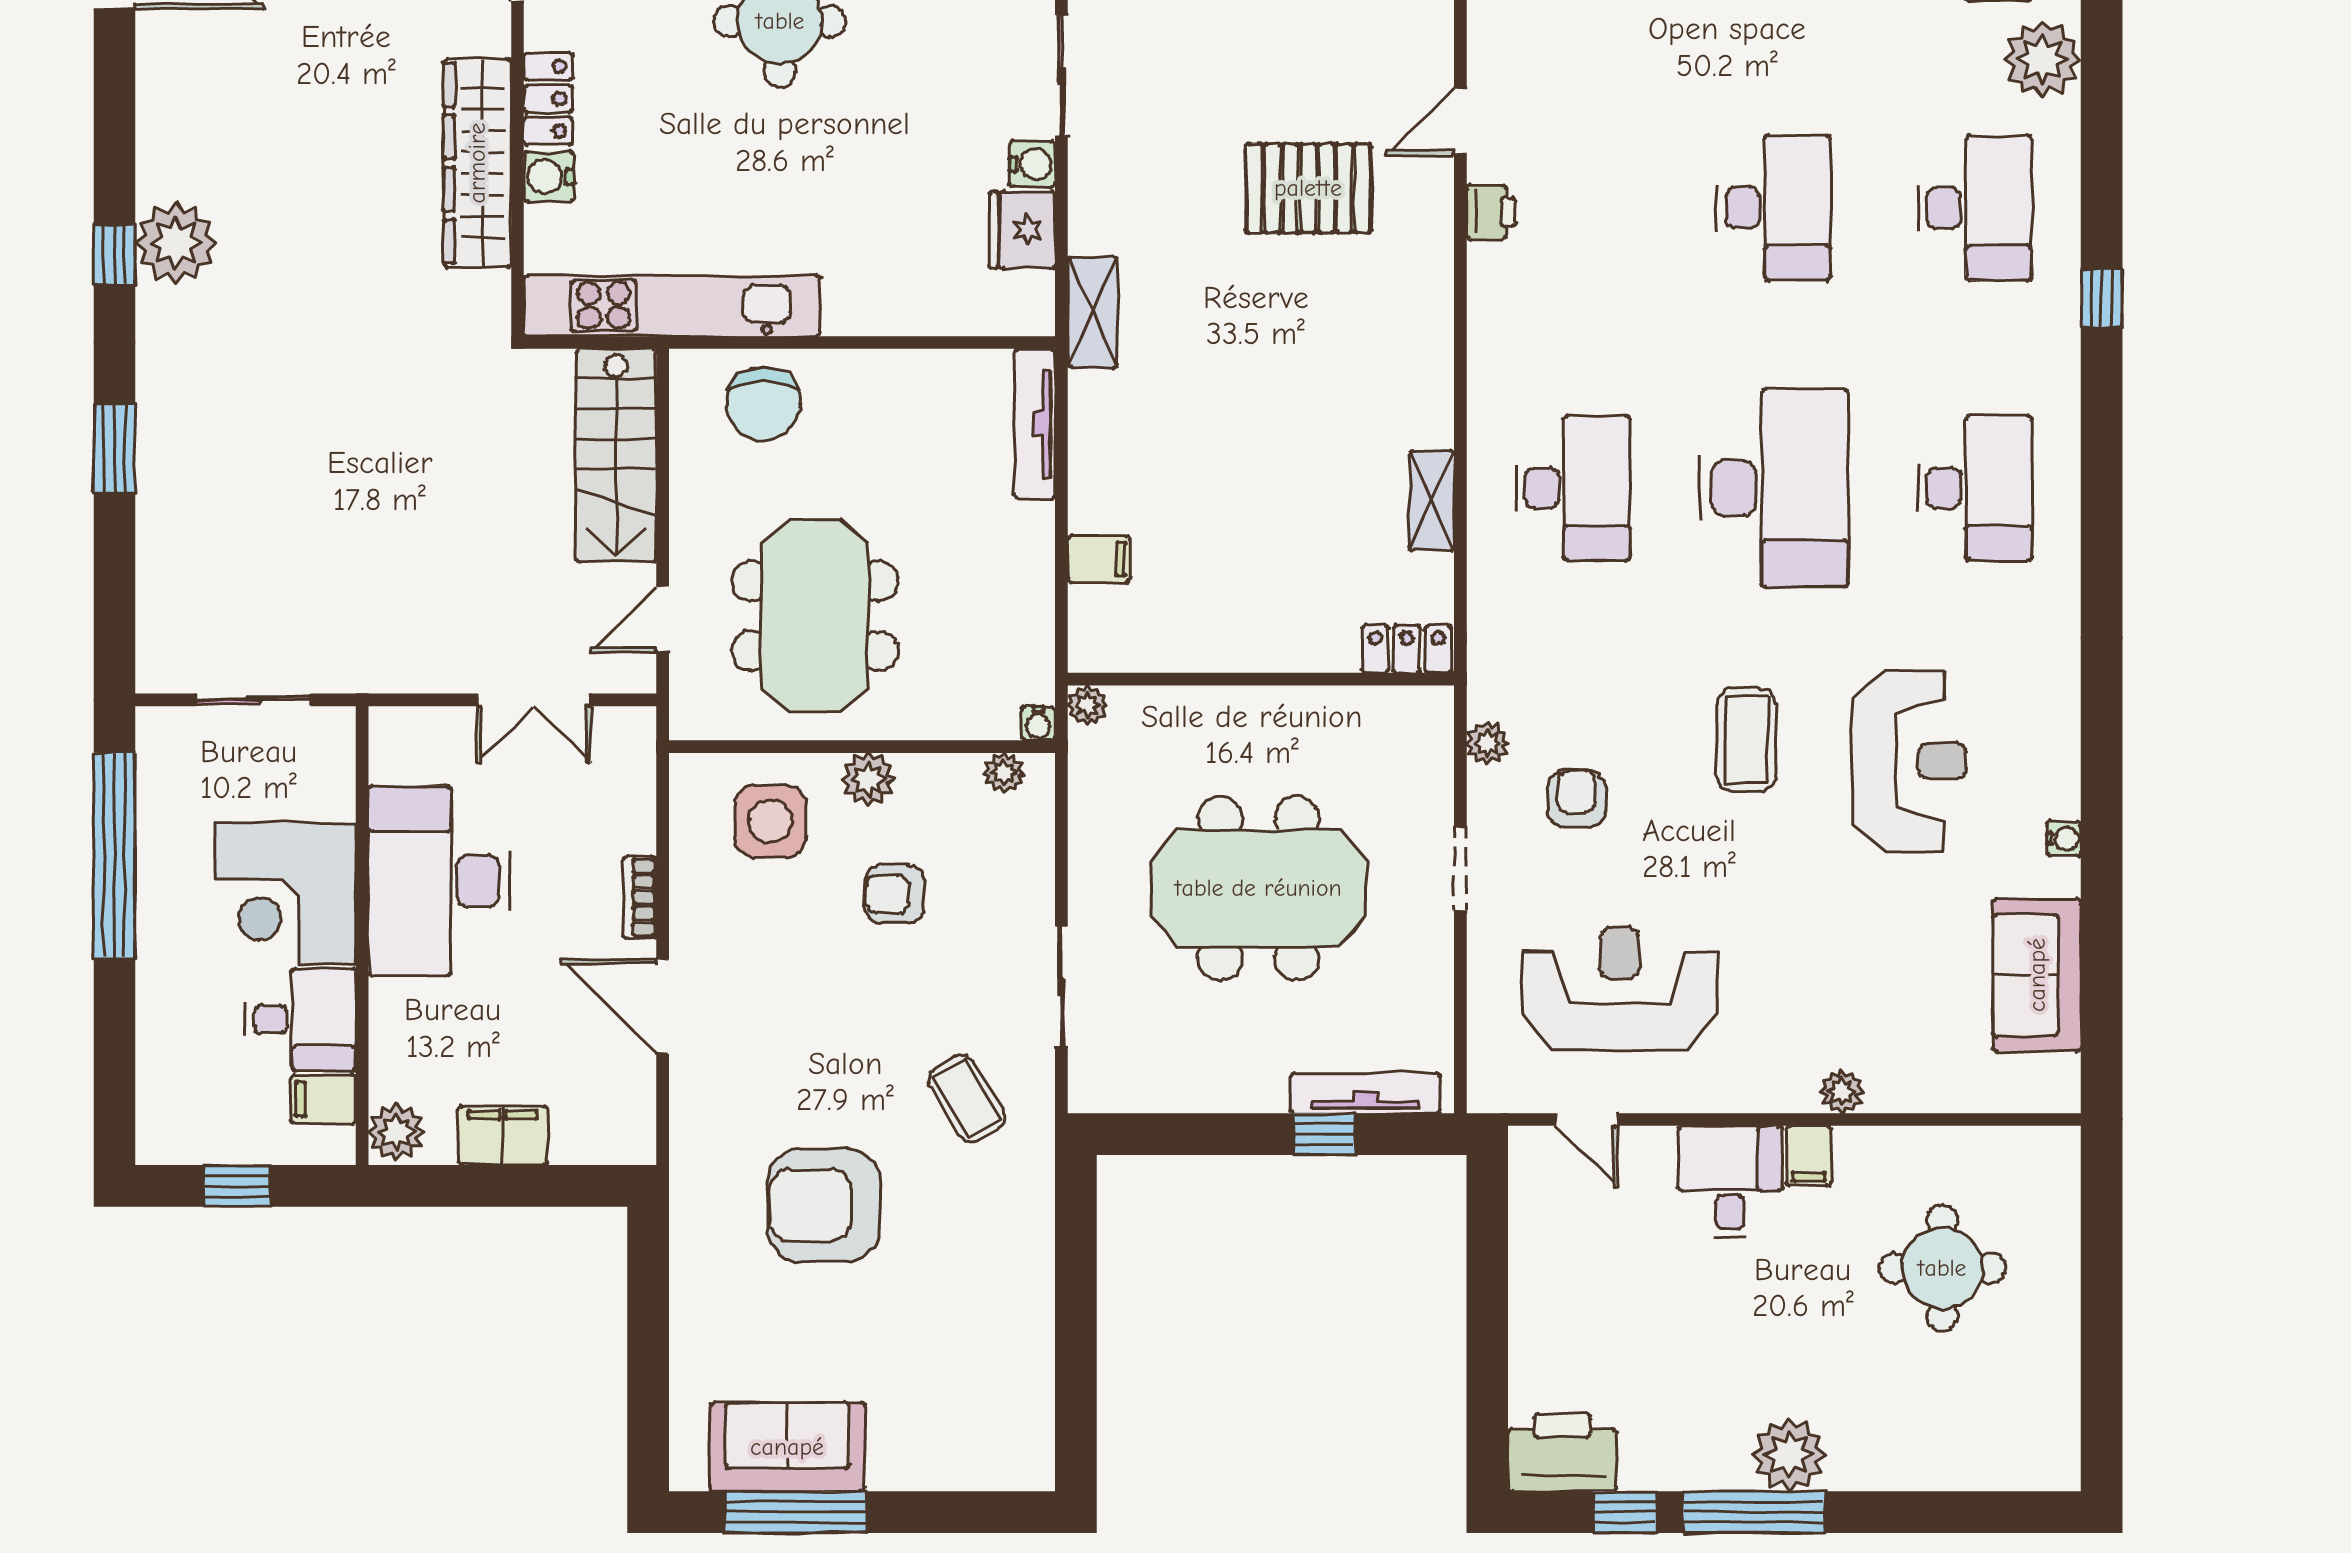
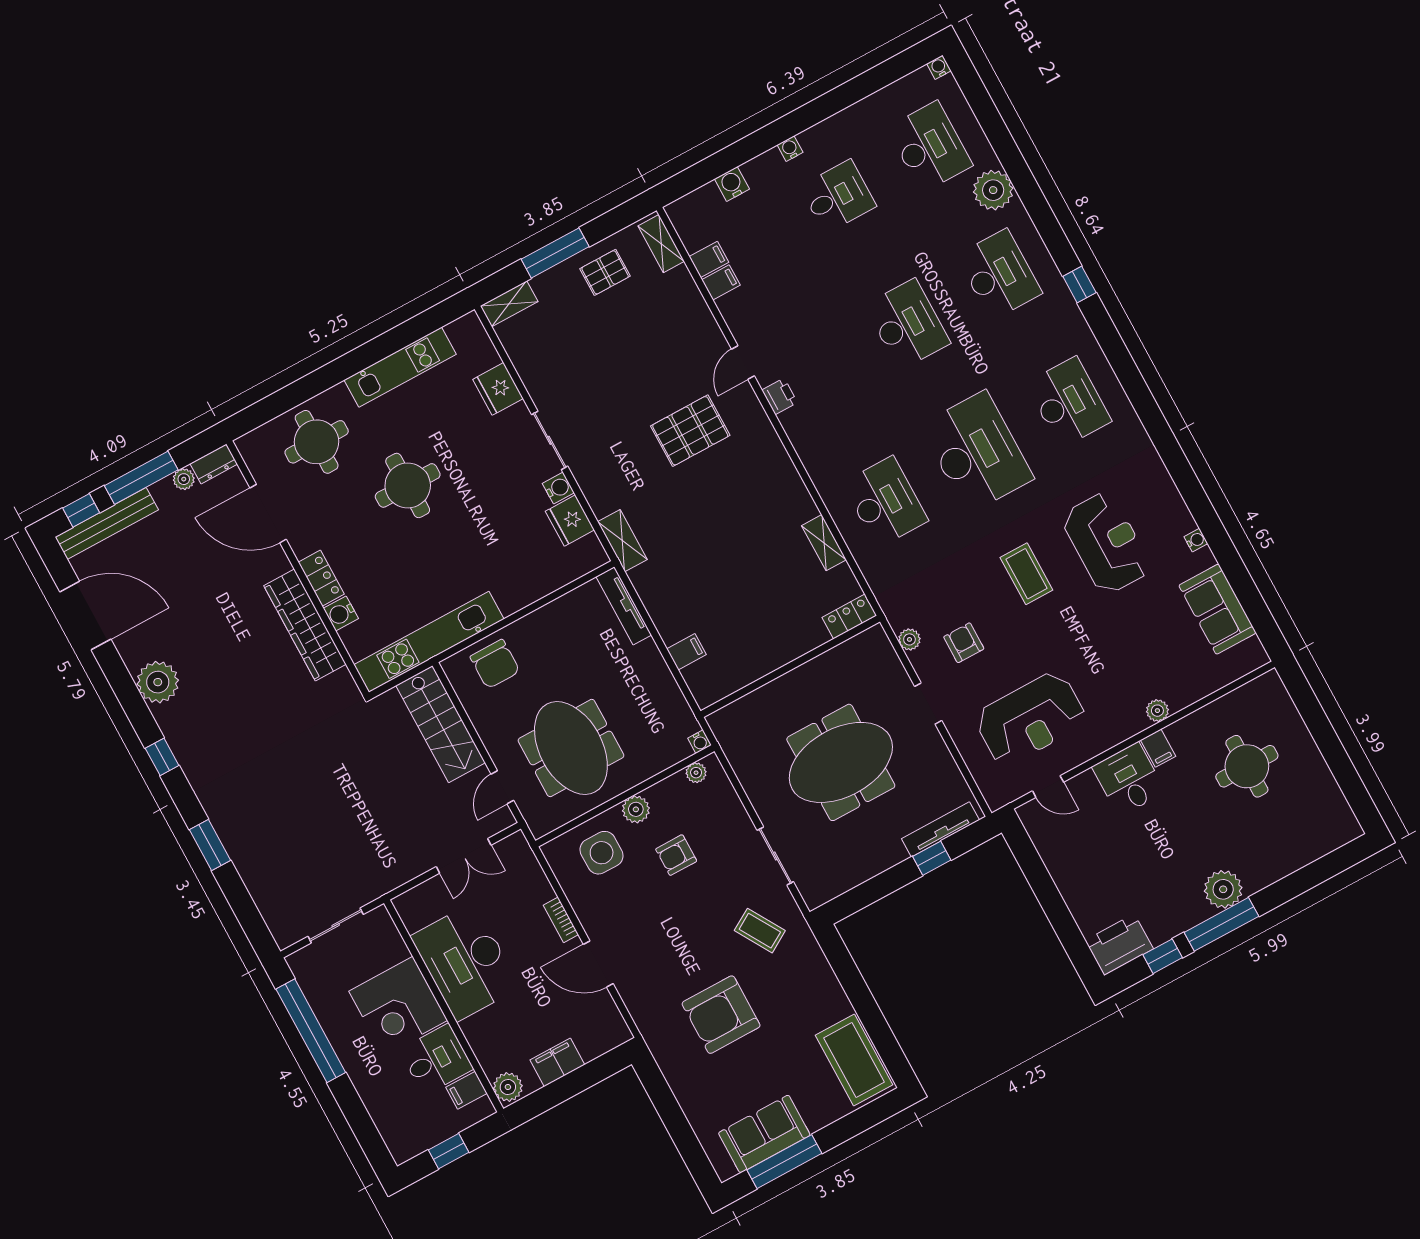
plant: (176, 243) -> (158, 682), moved
plant: (1087, 705) -> (717, 721), removed
reception desk: (1620, 989) -> (1030, 719), turned 180
coffee table: (1007, 1404) -> (854, 1060), added

